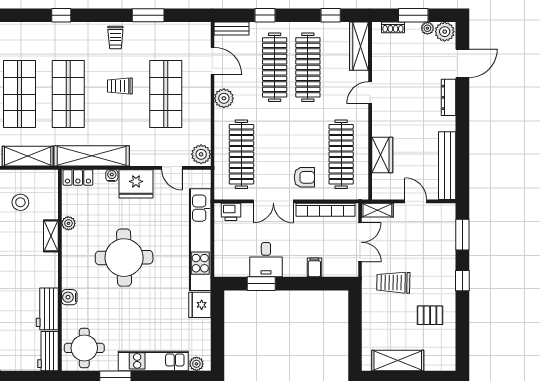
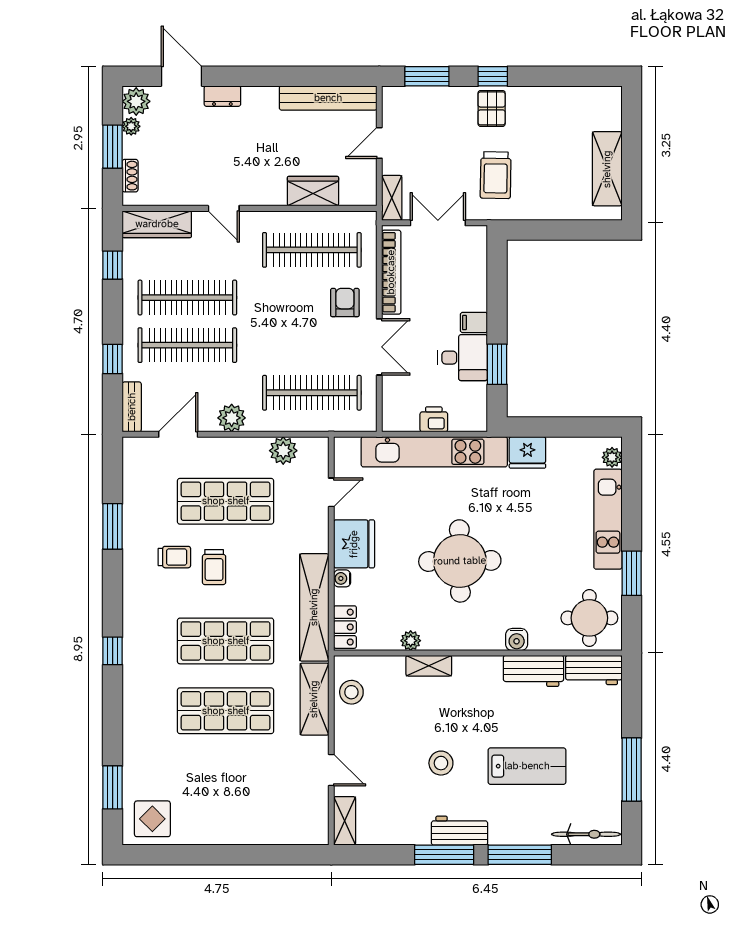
trolley: (115, 37) -> (174, 557), moved
dresser: (448, 97) -> (222, 96), width x0.70
plant: (201, 154) -> (283, 451), moved
stool: (20, 202) -> (351, 692), moved
printer: (231, 212) -> (434, 419), moved, turned -90
filing cabinet: (314, 267) -> (474, 323), moved
pallet: (430, 315) -> (492, 108), moved

